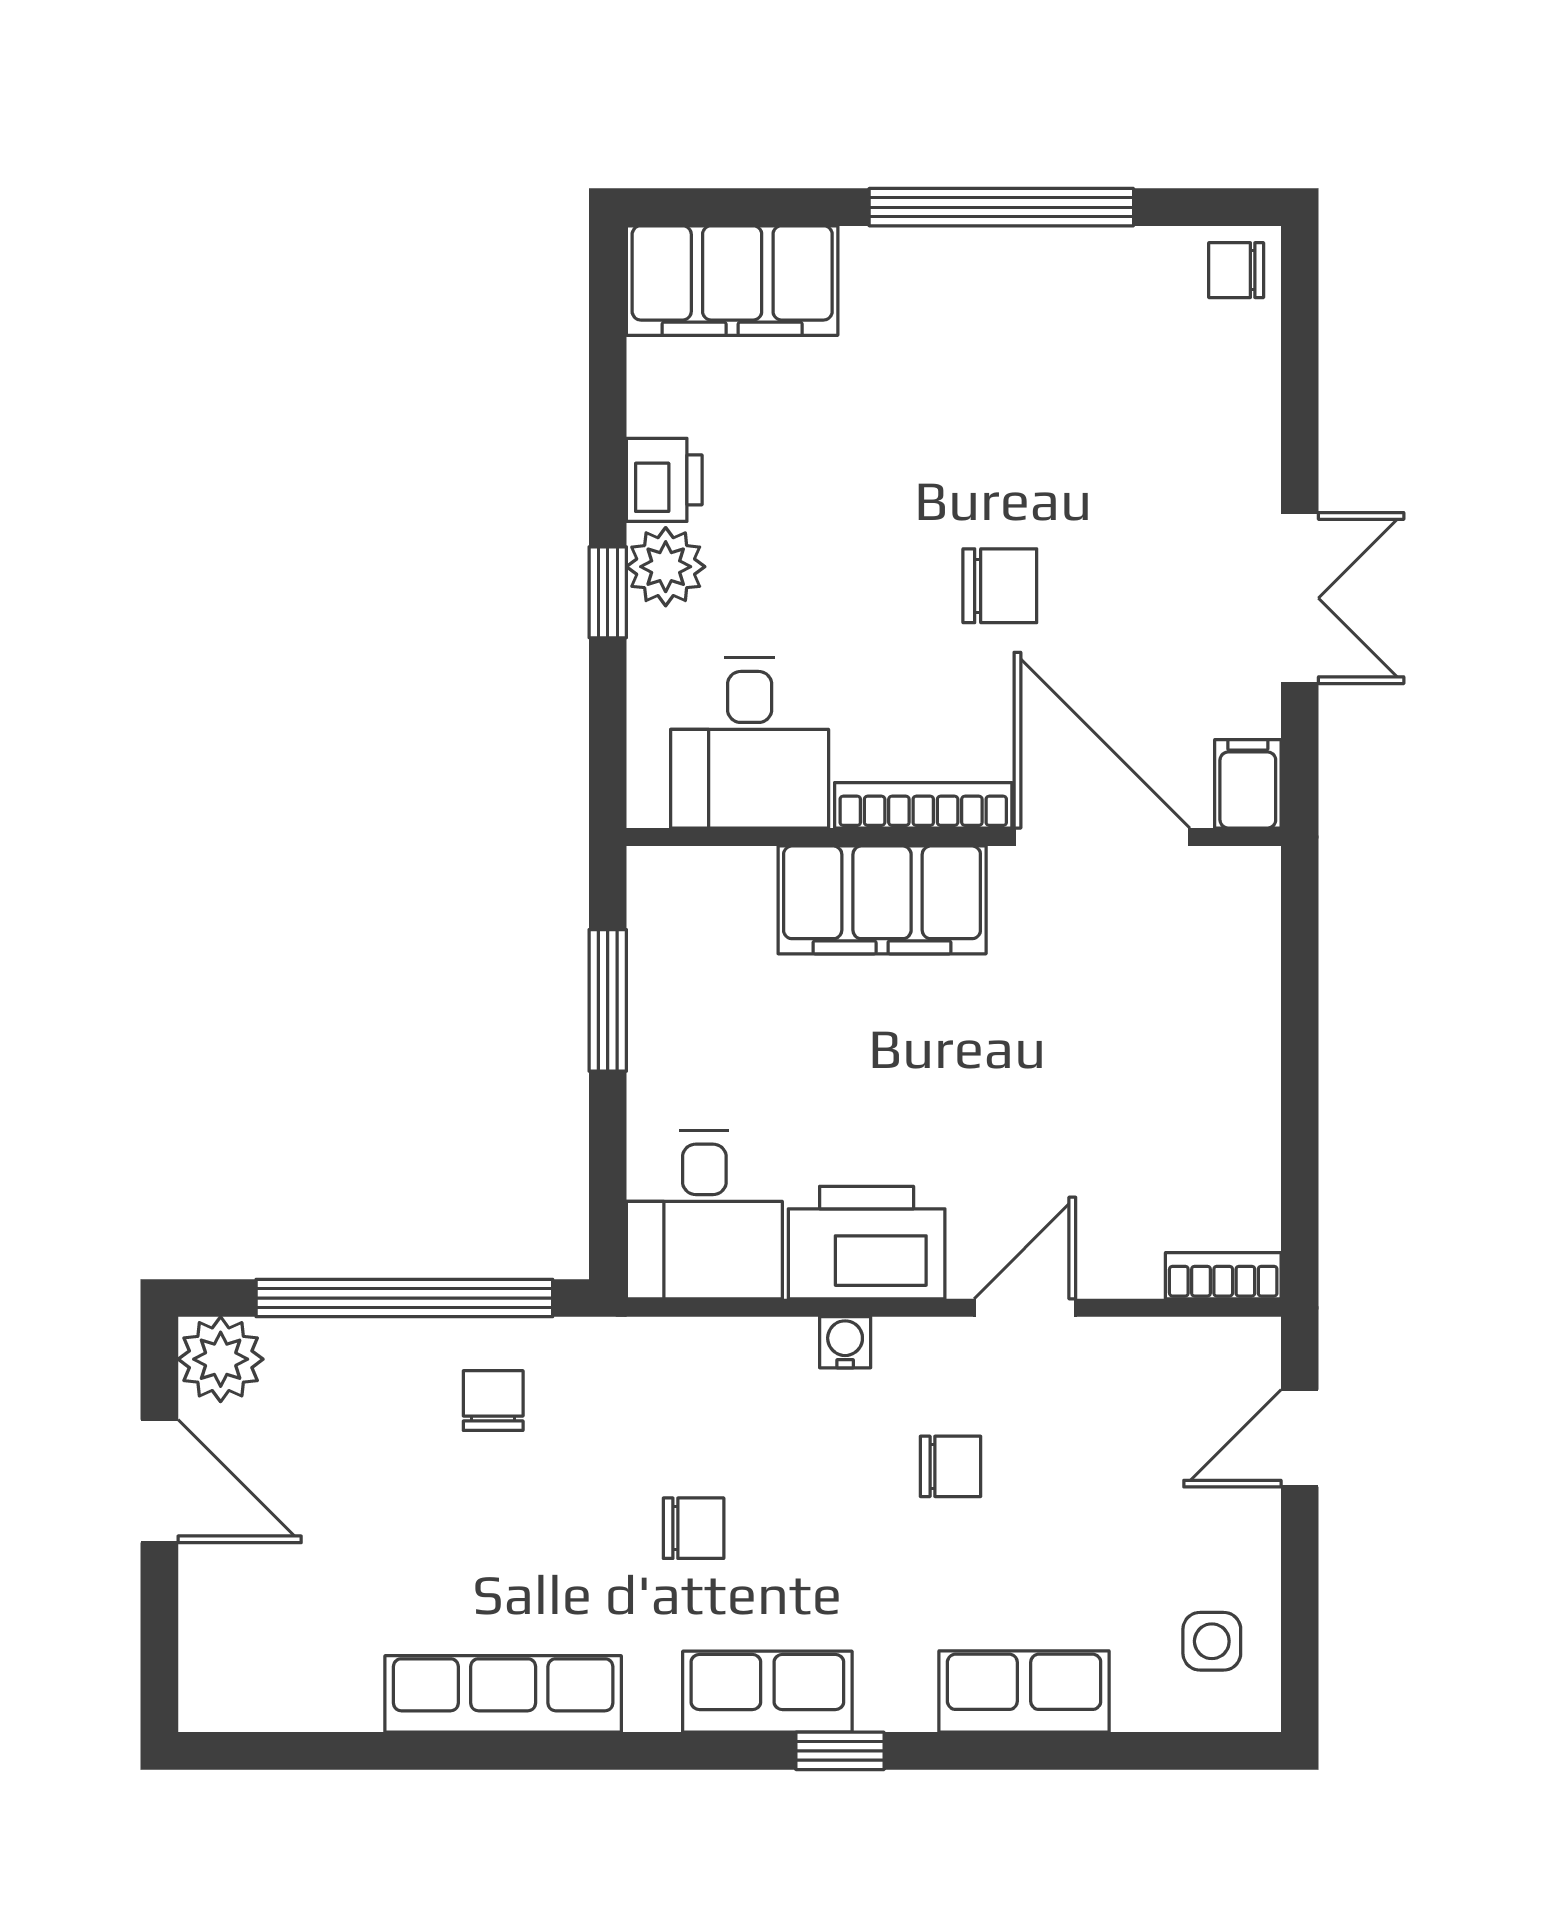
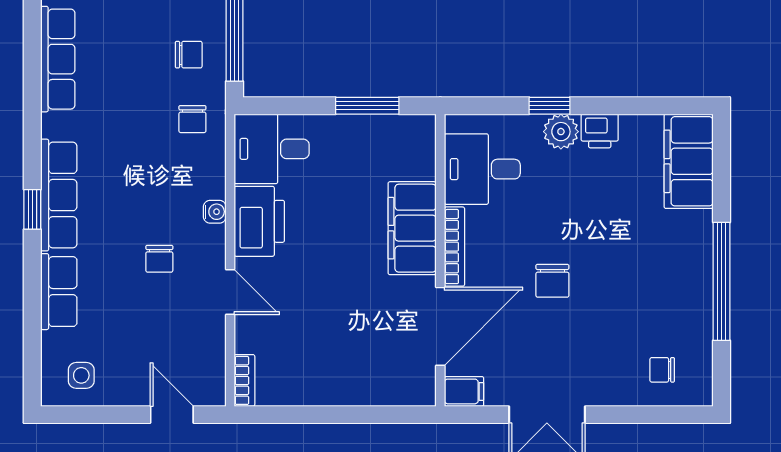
chair: (1236, 270) -> (662, 370), moved, turned -90
chair: (694, 1528) -> (192, 119), moved
row of seats: (767, 1692) -> (59, 195), width x1.48

